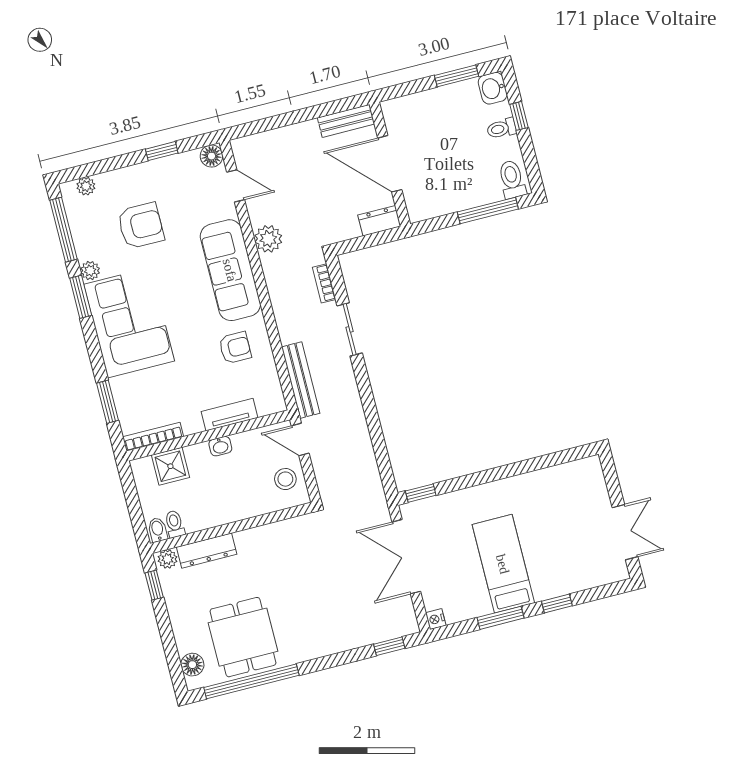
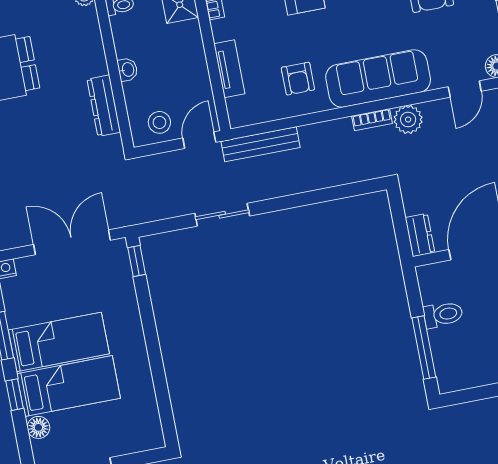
toilet: (512, 179) -> (443, 315), moved
bookcase: (324, 283) -> (372, 120), moved, turned 180
sliding door: (350, 329) -> (222, 215), moved
washbasin: (220, 446) -> (128, 70), moved, turned 180
dresser: (207, 551) -> (104, 106), moved
bed: (545, 552) -> (69, 386), added
floor lamp: (587, 578) -> (38, 427), added

